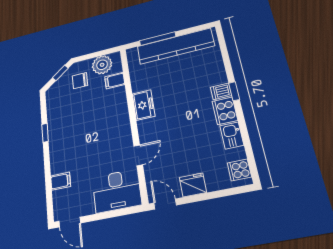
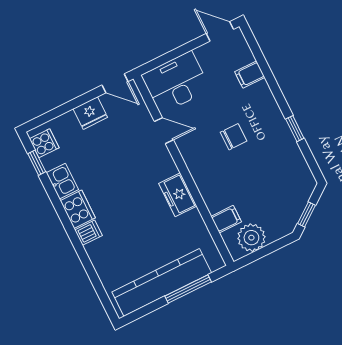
chair: (80, 81) -> (234, 137), moved
window: (234, 91) -> (37, 163), moved
door: (138, 155) -> (164, 131), swing flipped

